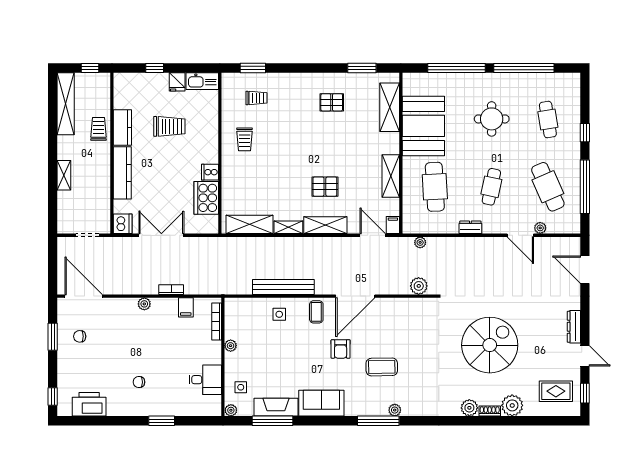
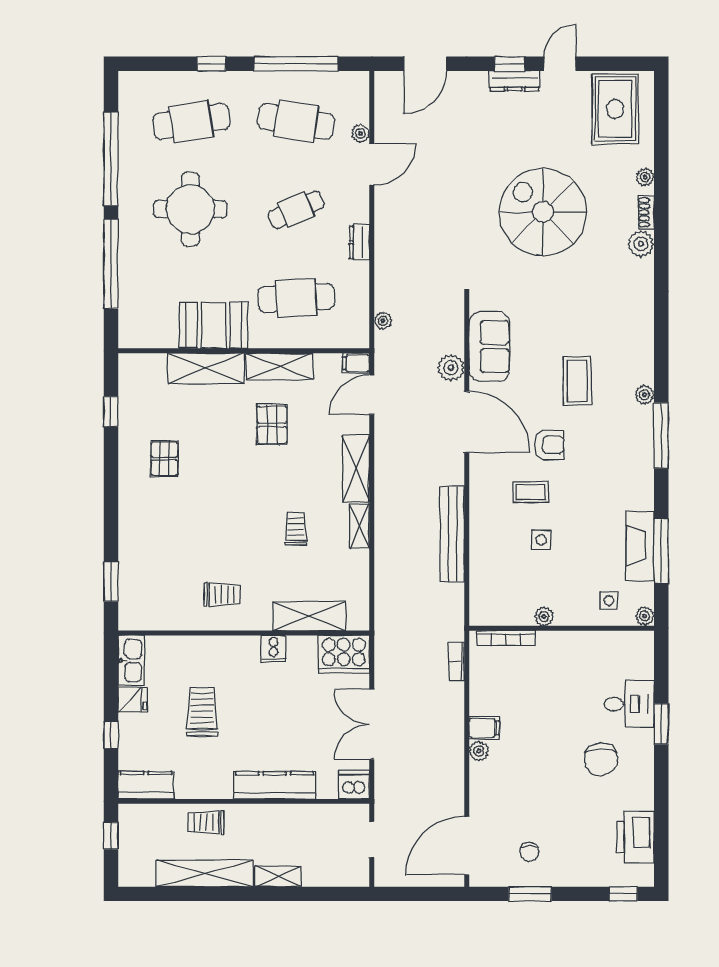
window: (362, 68) -> (111, 412), width x0.67
trolley: (257, 98) -> (296, 529), moved
shelving: (66, 104) -> (205, 874), moved
shelving: (390, 107) -> (206, 368), moved
round table: (492, 119) -> (190, 209), width x1.36, depth x1.36
cafe table: (548, 120) -> (191, 121), width x1.37, depth x1.35
booth: (423, 126) -> (214, 325), width x0.73, depth x0.70
kitchen counter: (122, 128) -> (146, 785), moved
pallet: (325, 187) -> (272, 425), moved
cafe table: (491, 187) -> (296, 210), turned -36
cafe table: (548, 187) -> (296, 121), turned 33
cooker: (206, 198) -> (344, 654), moved
shelving: (250, 224) -> (309, 616), moved, turned 90
plant: (419, 286) -> (451, 368), moved
bookcase: (171, 290) -> (457, 661), moved
filing cabinet: (186, 307) -> (484, 728), moved
coffee table: (316, 312) -> (531, 492), moved
side table: (279, 314) -> (541, 540), moved
desk: (205, 380) -> (629, 704), moved, turned 90
chair: (139, 382) -> (601, 759), width x1.87, depth x1.87
rug: (556, 391) -> (615, 109), width x1.36, depth x1.43
window: (585, 393) -> (510, 64), moved
sofa: (321, 403) -> (489, 347), moved, turned 180
plant: (512, 405) -> (645, 177), width x0.53, depth x0.53
plant: (395, 410) -> (644, 395), moved
window: (378, 421) -> (661, 436), moved

